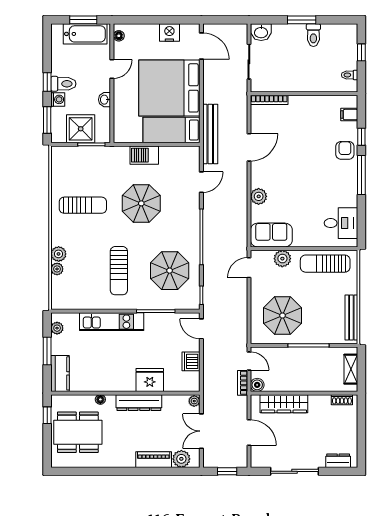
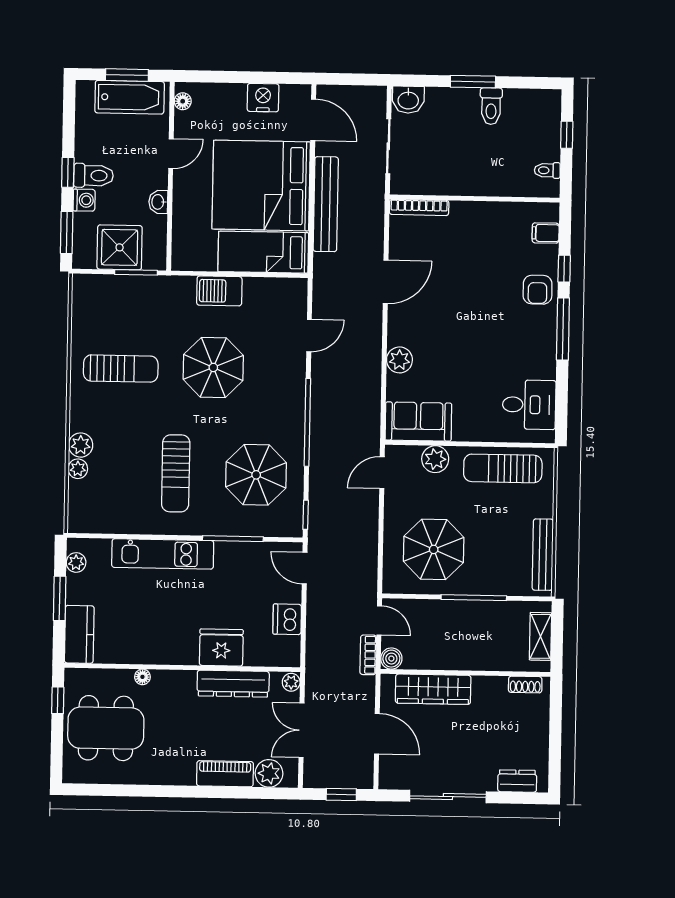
bench: (210, 134) -> (326, 204), moved
armchair: (345, 150) -> (538, 290), turned 180
dresser: (139, 403) -> (233, 684), moved

